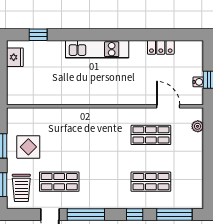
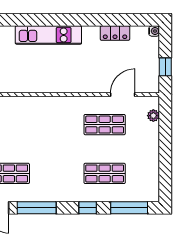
water cooler: (198, 82) -> (154, 31), moved
door: (168, 106) -> (123, 95), hinge flipped

